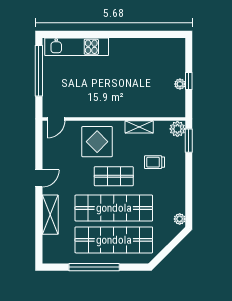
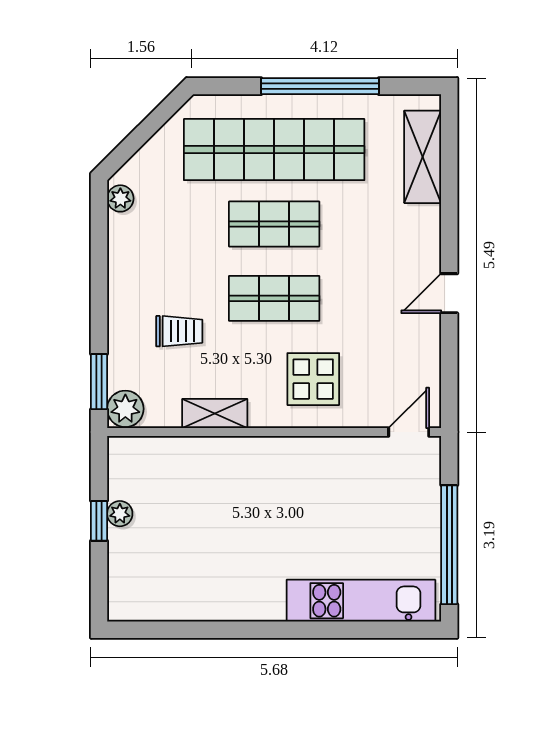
display table: (97, 142) -> (313, 379), width x0.73, depth x0.73
shop shelf: (114, 208) -> (274, 224), width x0.50, depth x0.74
shelving: (50, 215) -> (423, 157), moved

